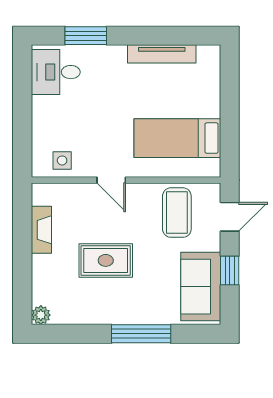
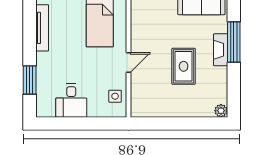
desk: (56, 72) -> (71, 101), moved
coffee table: (177, 213) -> (151, 18), removed
fireplace: (41, 230) -> (221, 50), moved, turned -90

